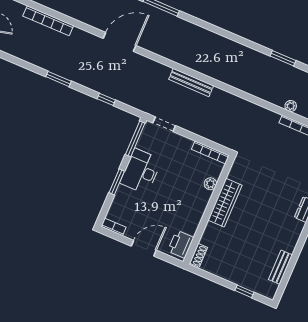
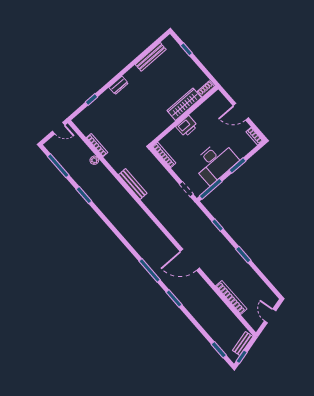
bench: (191, 82) -> (133, 184), moved
desk: (141, 171) -> (215, 162), width x1.36, depth x1.30
plant: (210, 184) -> (174, 134), removed
wardrobe: (225, 203) -> (184, 104), moved
printer: (181, 244) -> (187, 126), moved
bench: (280, 267) -> (151, 57), width x1.36

